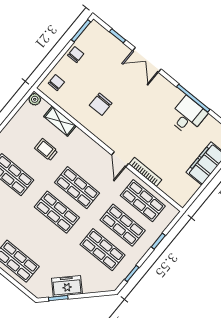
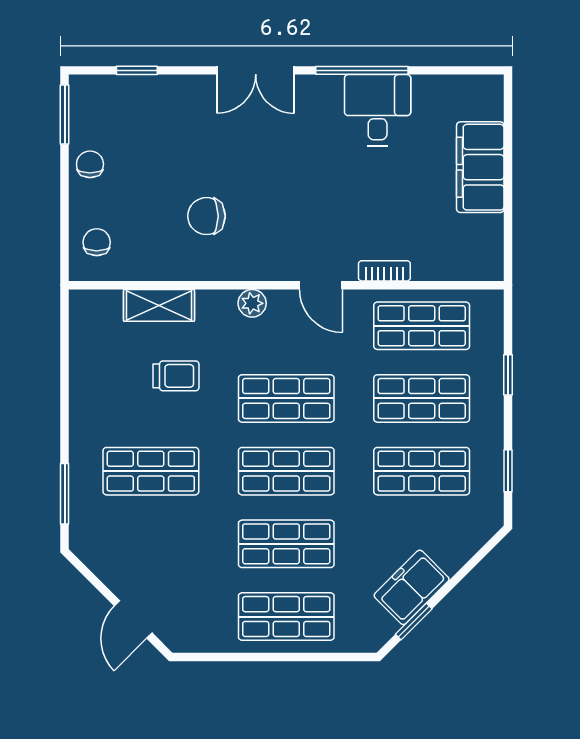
double door: (147, 60) -> (256, 70), moved
plant: (35, 99) -> (252, 303), moved
chair: (101, 104) -> (207, 216), turned 90
trolley: (46, 150) -> (176, 376), turned 180
bookcase: (145, 172) -> (384, 271), width x0.64
shop shelf: (37, 237) -> (286, 544), added

